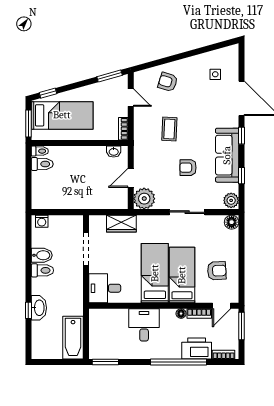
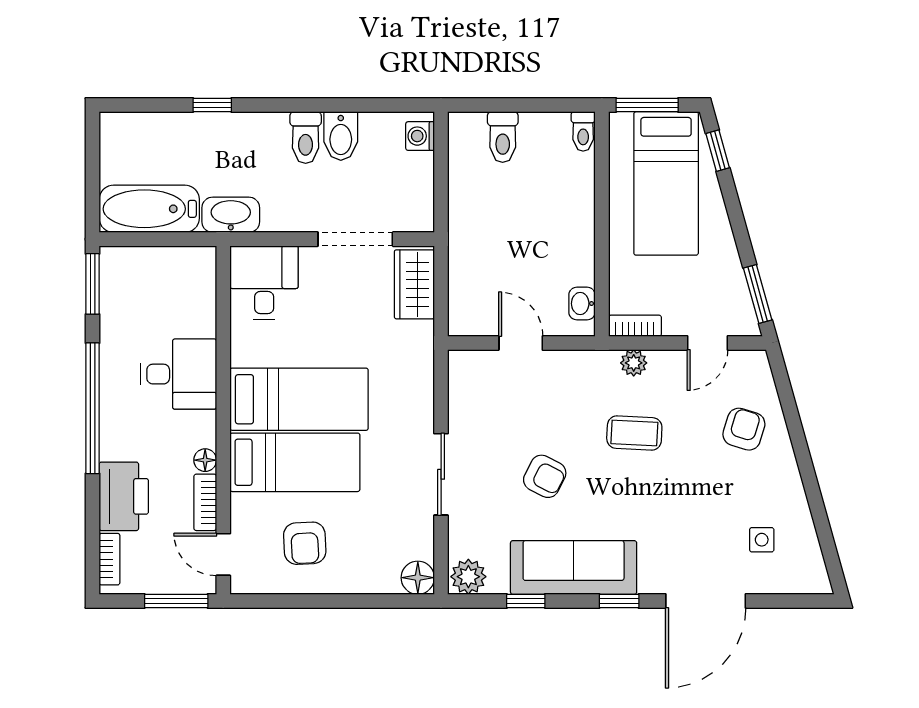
toilet: (42, 164) -> (503, 137), moved
armchair: (188, 168) -> (545, 476), turned 117
plant: (144, 199) -> (634, 363), moved, width x0.53, depth x0.53
wardrobe: (121, 224) -> (414, 284), moved
washbasin: (39, 308) -> (231, 215), moved, turned 180
window: (178, 362) -> (93, 408), moved

